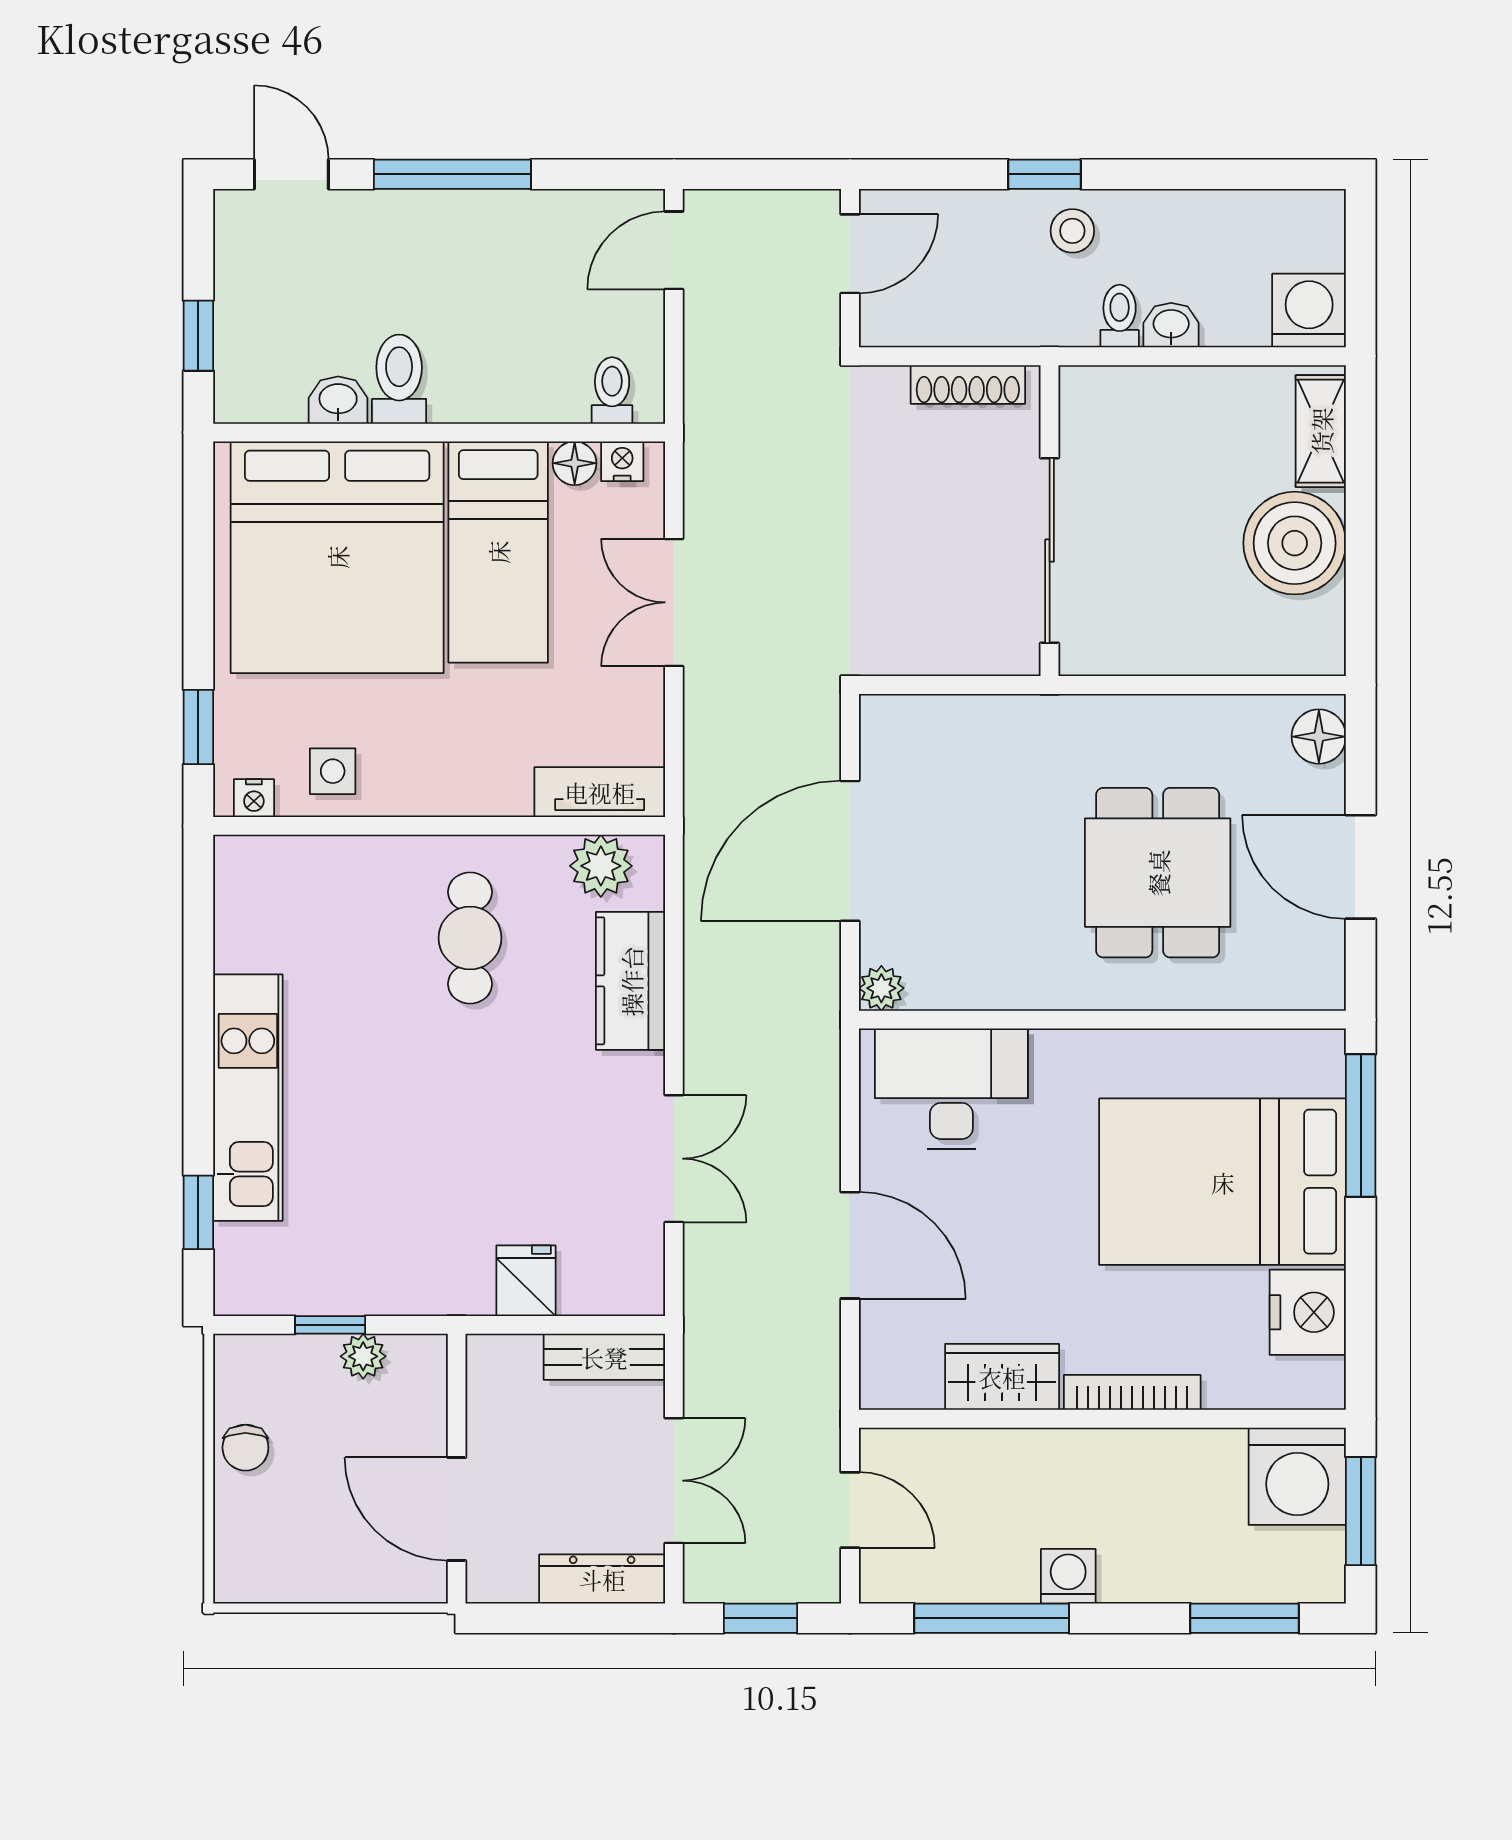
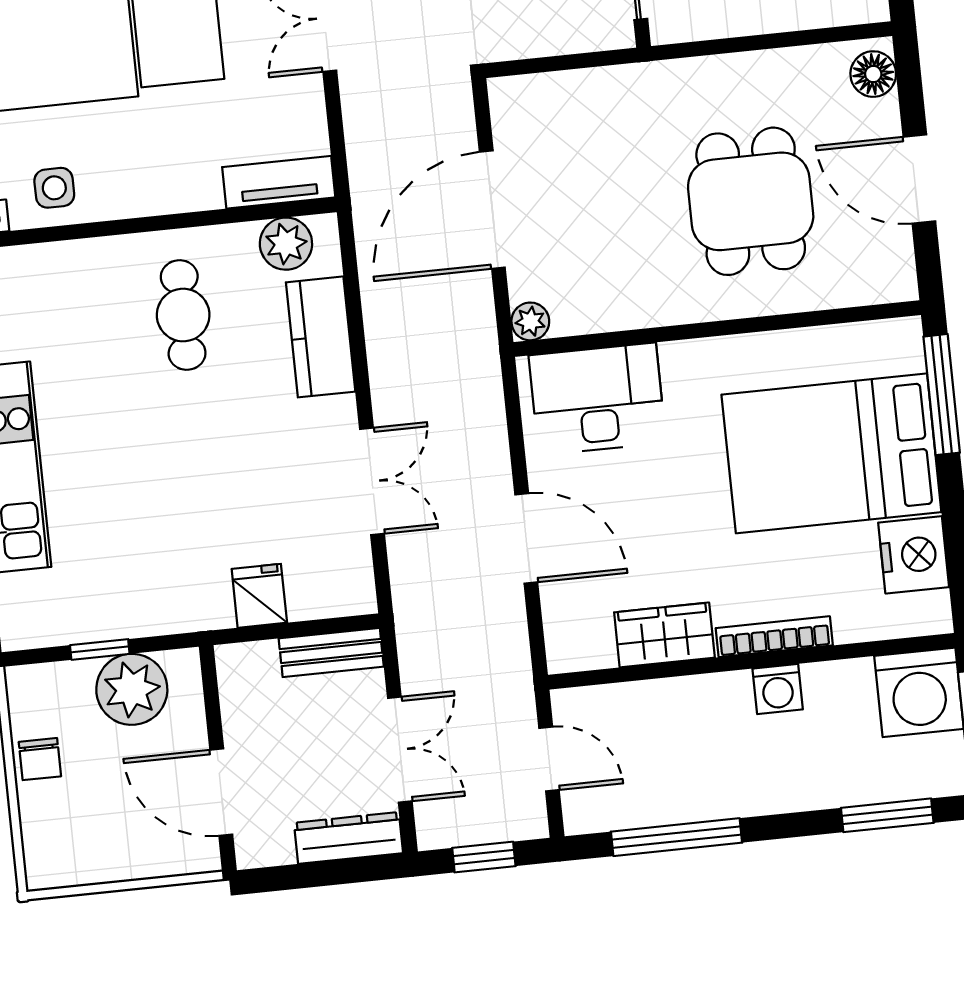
plant: (363, 1356) -> (132, 689), width x1.88, depth x1.88
washing machine: (1068, 1576) -> (778, 689), moved, turned 180

